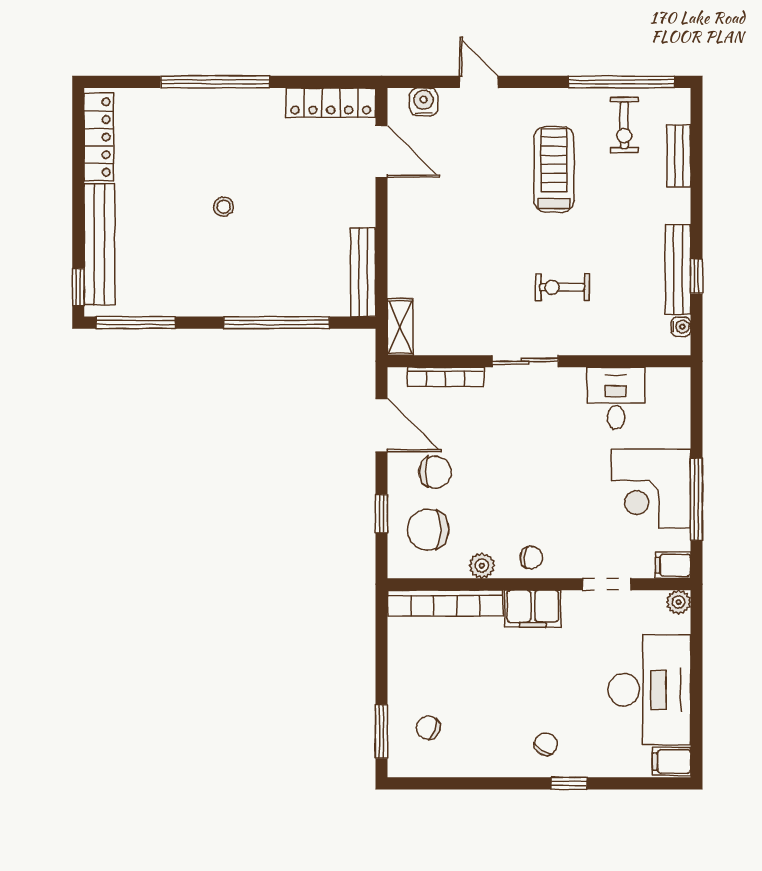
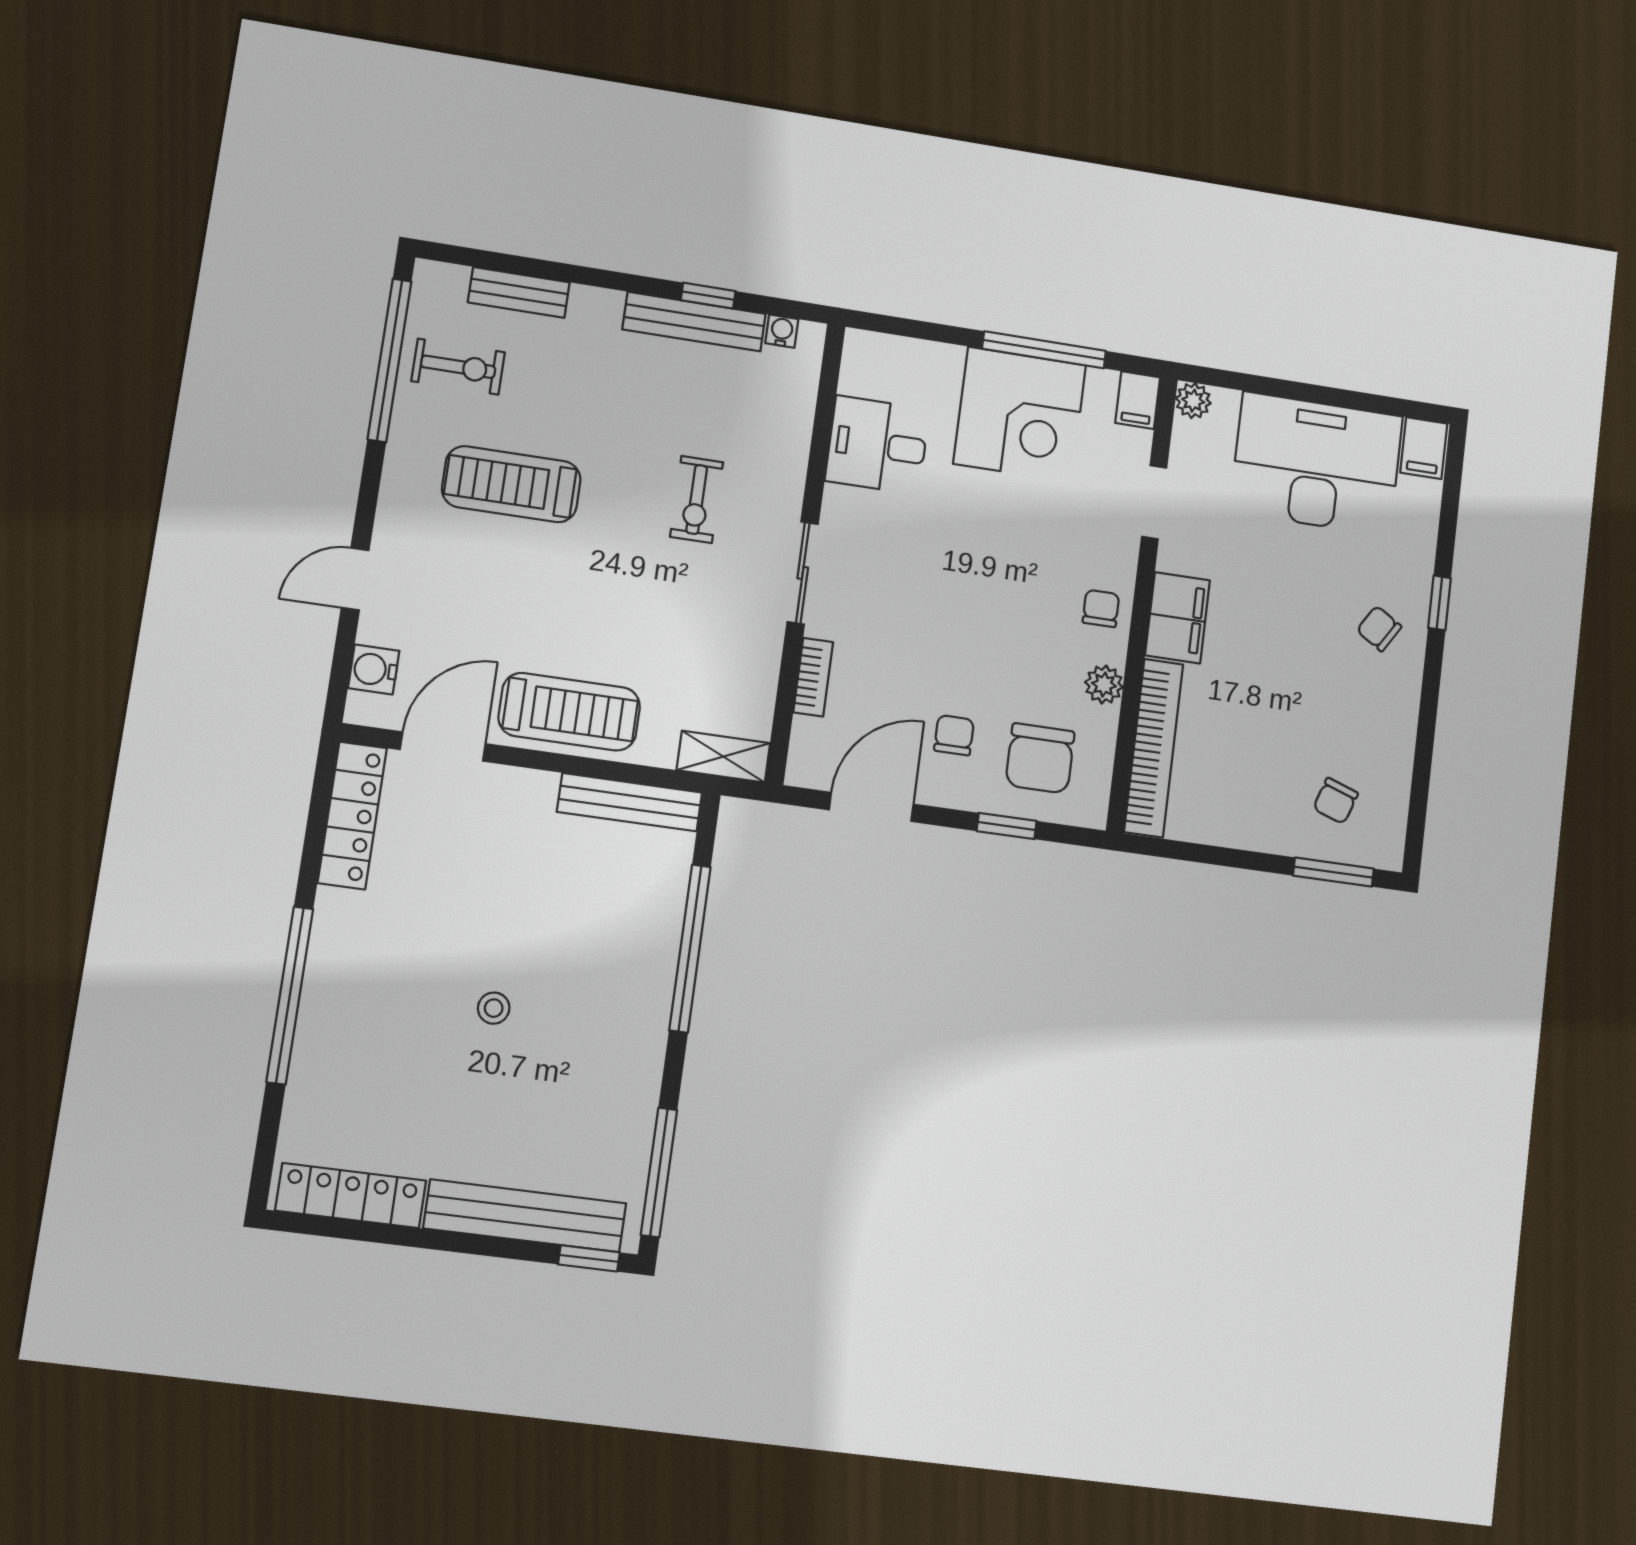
treadmill: (415, 226) -> (569, 712), added
bookcase: (445, 377) -> (813, 677), width x0.64
chair: (435, 472) -> (954, 735), width x0.73, depth x0.73

